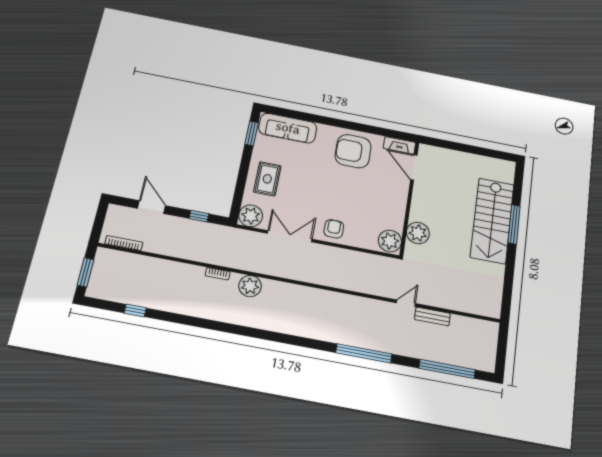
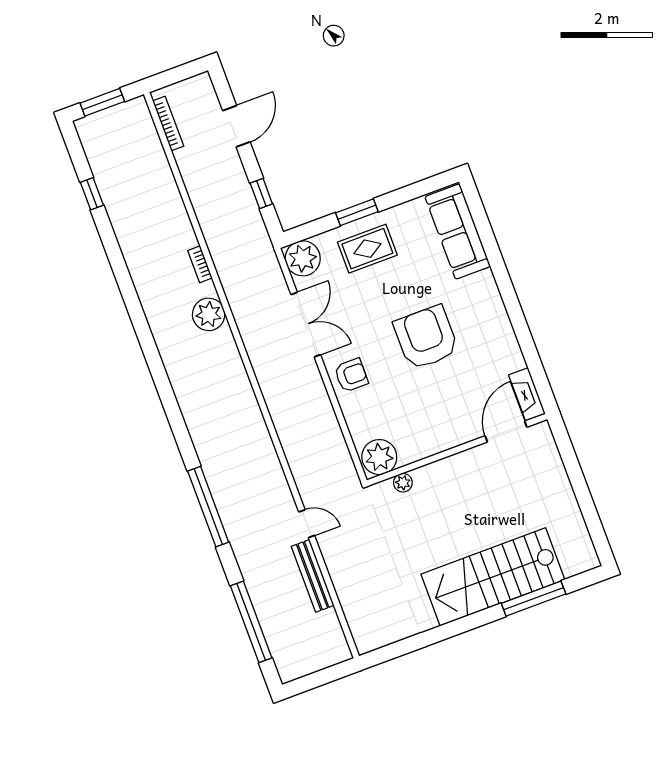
window: (252, 133) -> (357, 212), moved
armchair: (353, 151) -> (426, 337), moved
window: (514, 224) -> (534, 599), moved
plant: (418, 233) -> (403, 483), width x0.53, depth x0.53
bench: (432, 316) -> (313, 576), width x1.36

